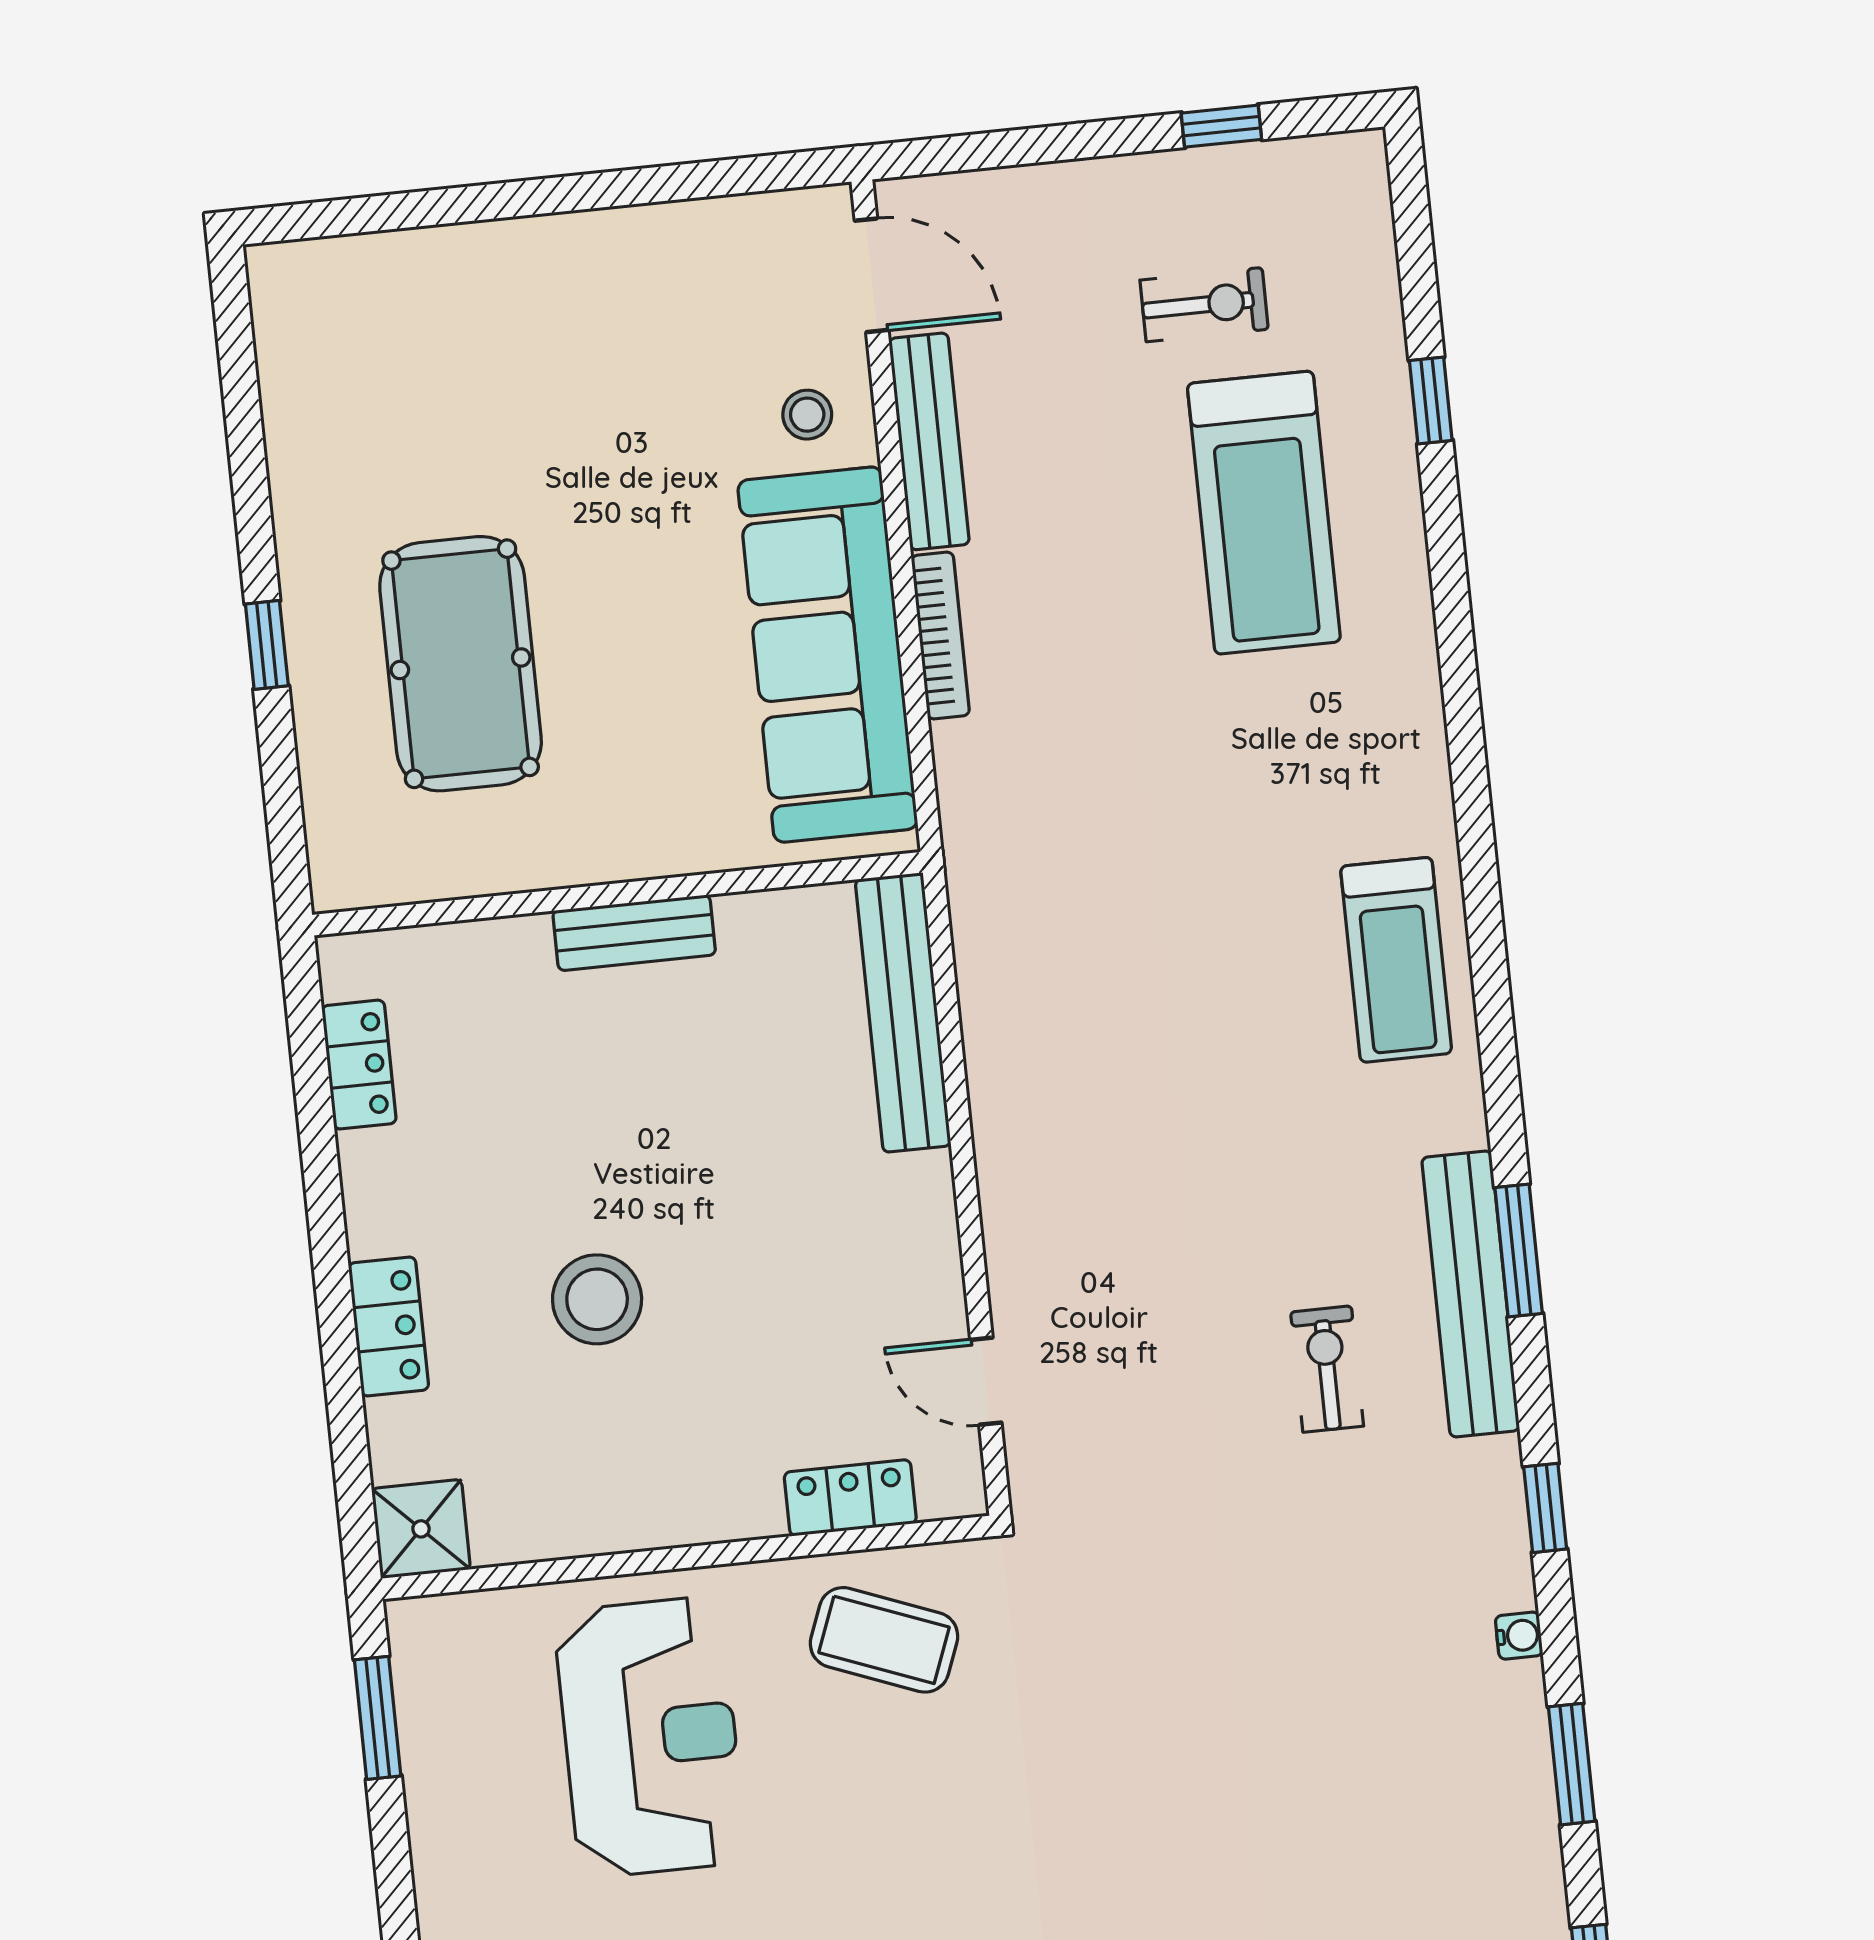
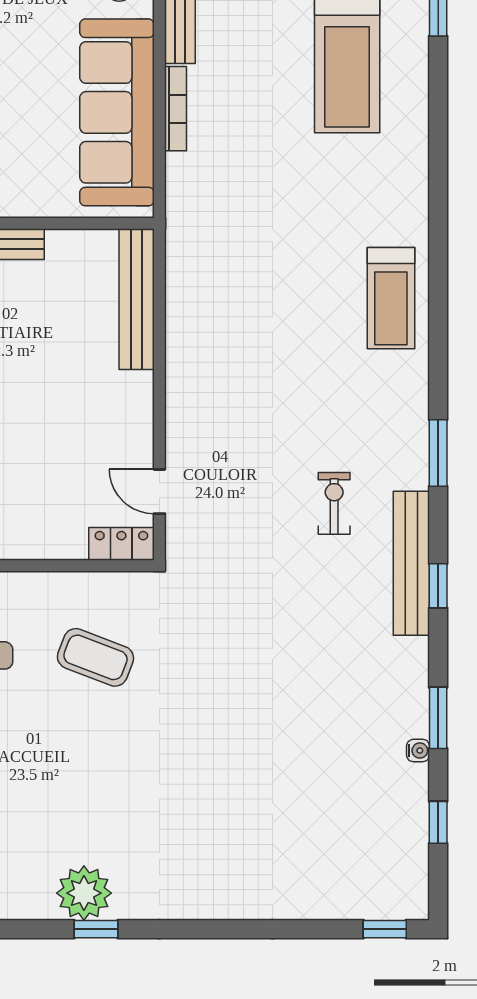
bench: (1471, 1294) -> (411, 563), moved
locker: (850, 1498) -> (121, 544), moved
water cooler: (1519, 1636) -> (418, 751), moved
coffee table: (884, 1640) -> (95, 657), moved

